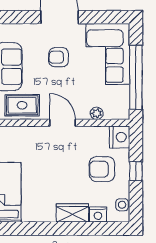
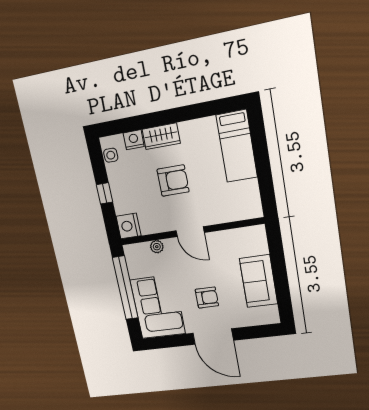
rug: (22, 105) -> (236, 244), removed
armchair: (102, 169) -> (173, 181), moved

